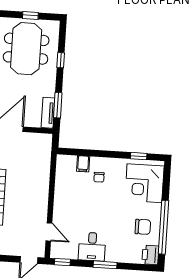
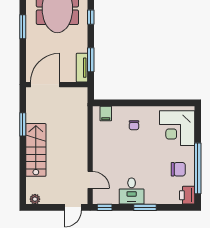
window: (139, 156) -> (170, 103), removed
filing cabinet: (83, 164) -> (106, 113), moved

